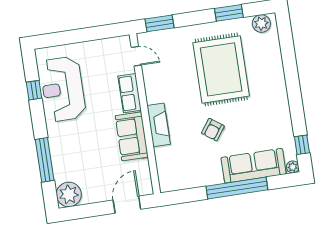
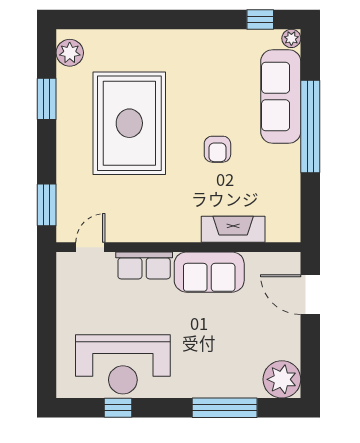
rug: (221, 69) -> (129, 123), turned 90
fireplace: (159, 125) -> (233, 229), moved
armchair: (213, 130) -> (217, 149), turned 54

